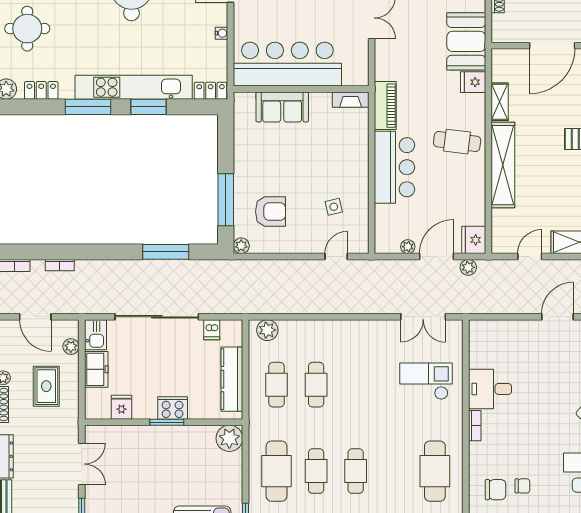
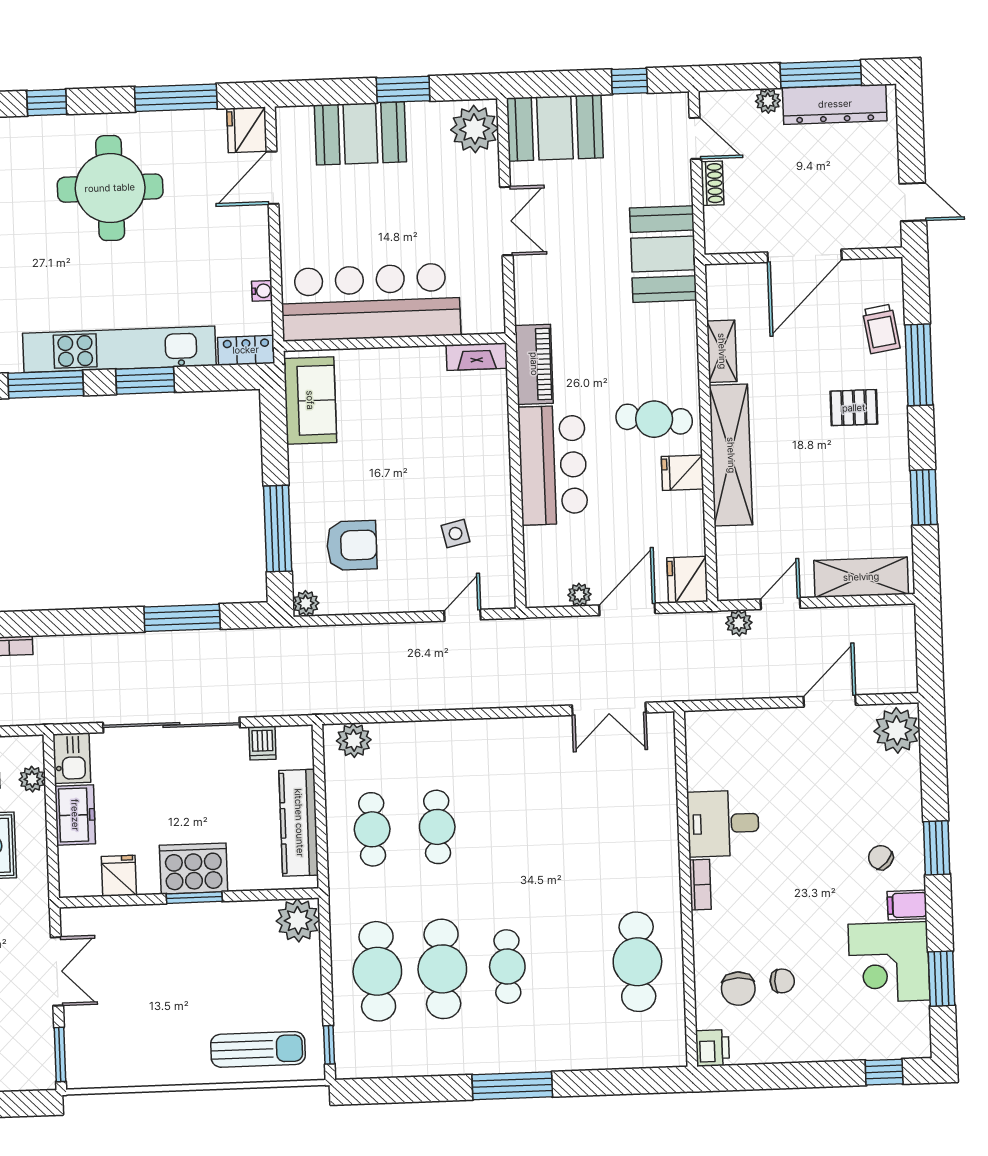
water cooler: (222, 33) -> (262, 291), moved
fridge: (473, 82) -> (682, 473), moved
sofa: (282, 107) -> (310, 400), moved, turned -90
plant: (468, 267) -> (739, 623), moved
checkout: (426, 381) -> (618, 815), removed
cooker: (173, 408) -> (194, 868), width x1.37, depth x1.31
cafe table: (316, 471) -> (442, 969), width x1.37, depth x1.35
chair: (496, 490) -> (738, 989), turned 90

